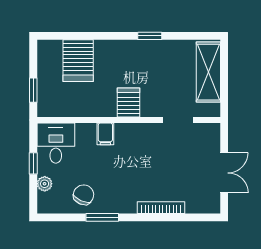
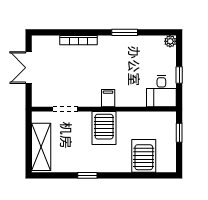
server rack: (129, 103) -> (104, 128), width x1.36, depth x1.44
filing cabinet: (105, 134) -> (108, 98), moved
plant: (45, 184) -> (170, 41), moved
chair: (84, 195) -> (139, 50), removed

